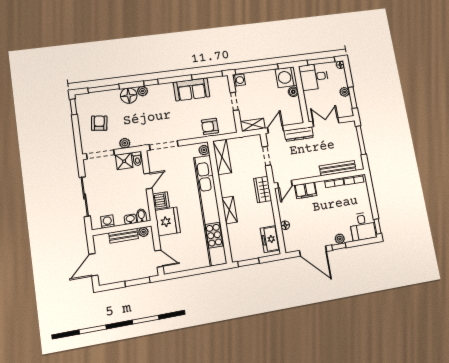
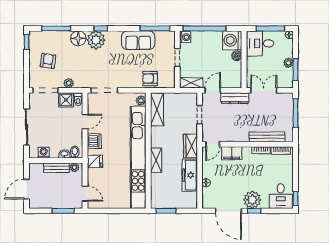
plant: (143, 91) -> (96, 40), width x1.88, depth x1.88
fridge: (167, 221) -> (95, 161), width x0.53, depth x0.75
freezer: (270, 239) -> (190, 175), moved, width x1.40
plant: (340, 239) -> (252, 200), width x1.88, depth x1.88

